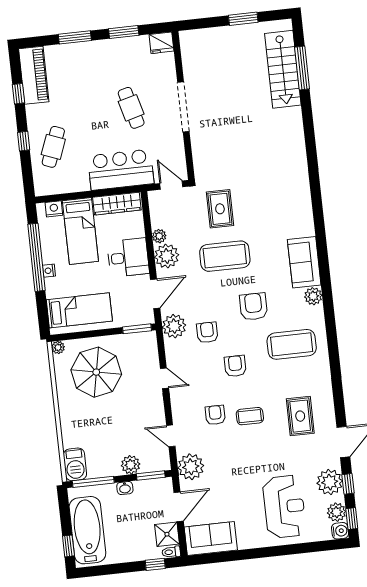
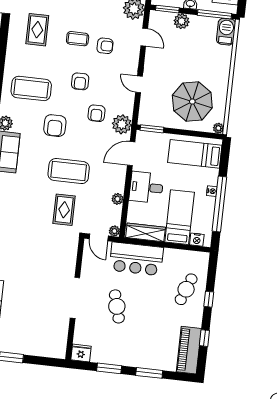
plant: (167, 256) -> (114, 231), moved, width x0.53, depth x0.53
armchair: (215, 415) -> (105, 46), turned -90

